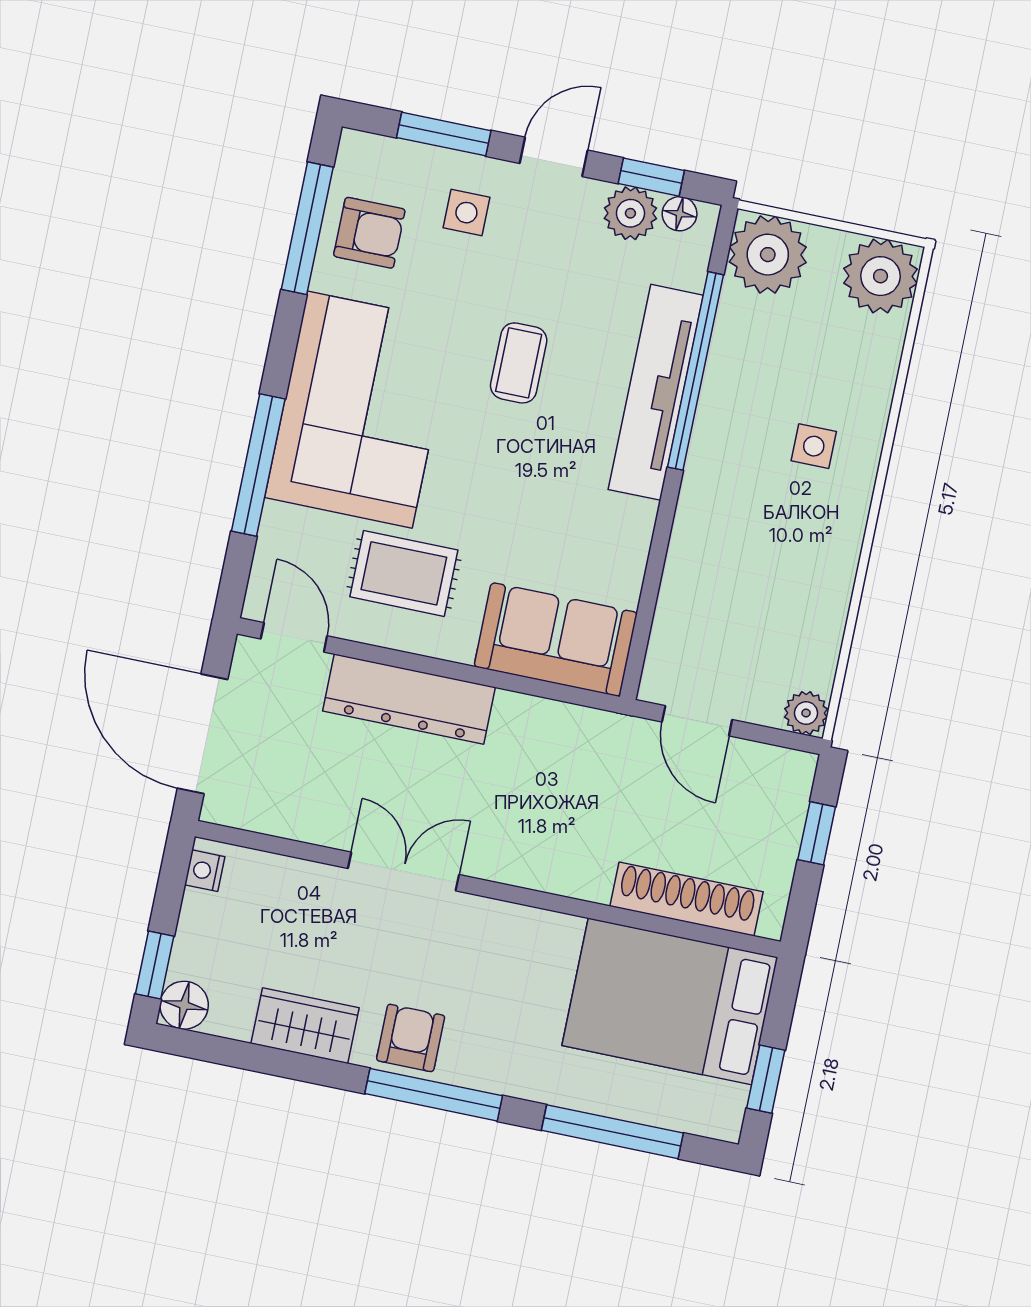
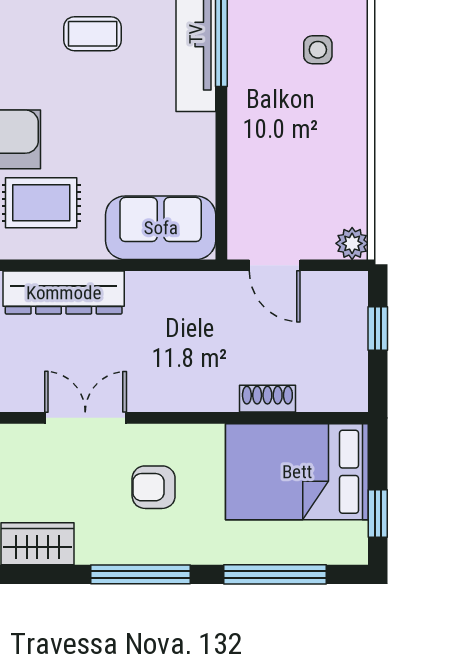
coffee table: (519, 363) -> (93, 34), turned 90
shoe rack: (687, 899) -> (267, 399), width x0.51, depth x0.81
armchair: (411, 1038) -> (154, 487), moved, turned -90

